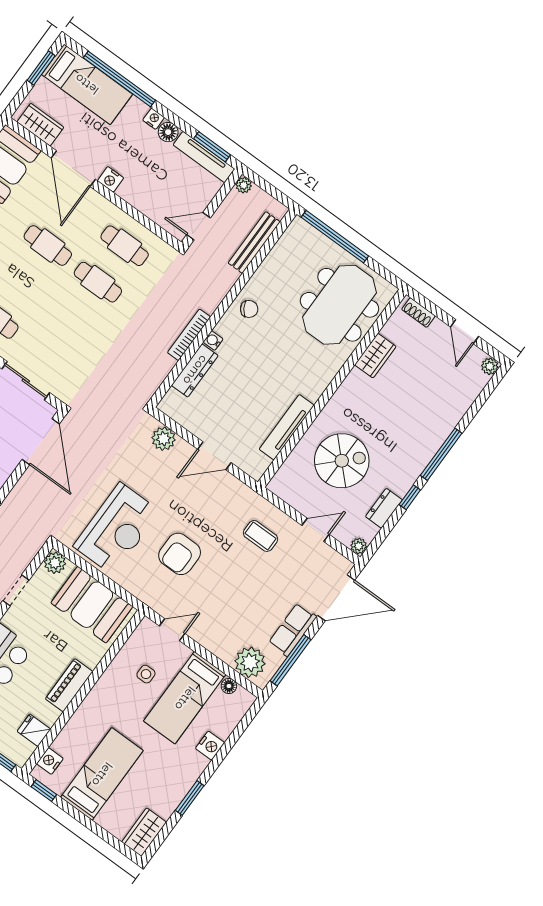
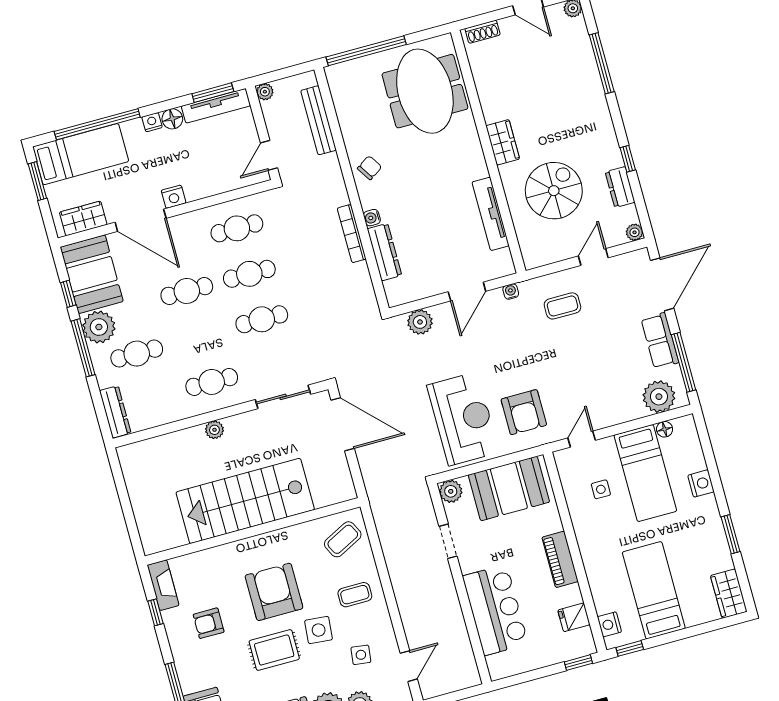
cafe table: (71, 319) -> (262, 319), added
wardrobe: (375, 356) -> (503, 142), moved
window: (441, 454) -> (602, 63), moved
water cooler: (240, 489) -> (511, 292), added
armchair: (180, 554) -> (524, 412), moved

